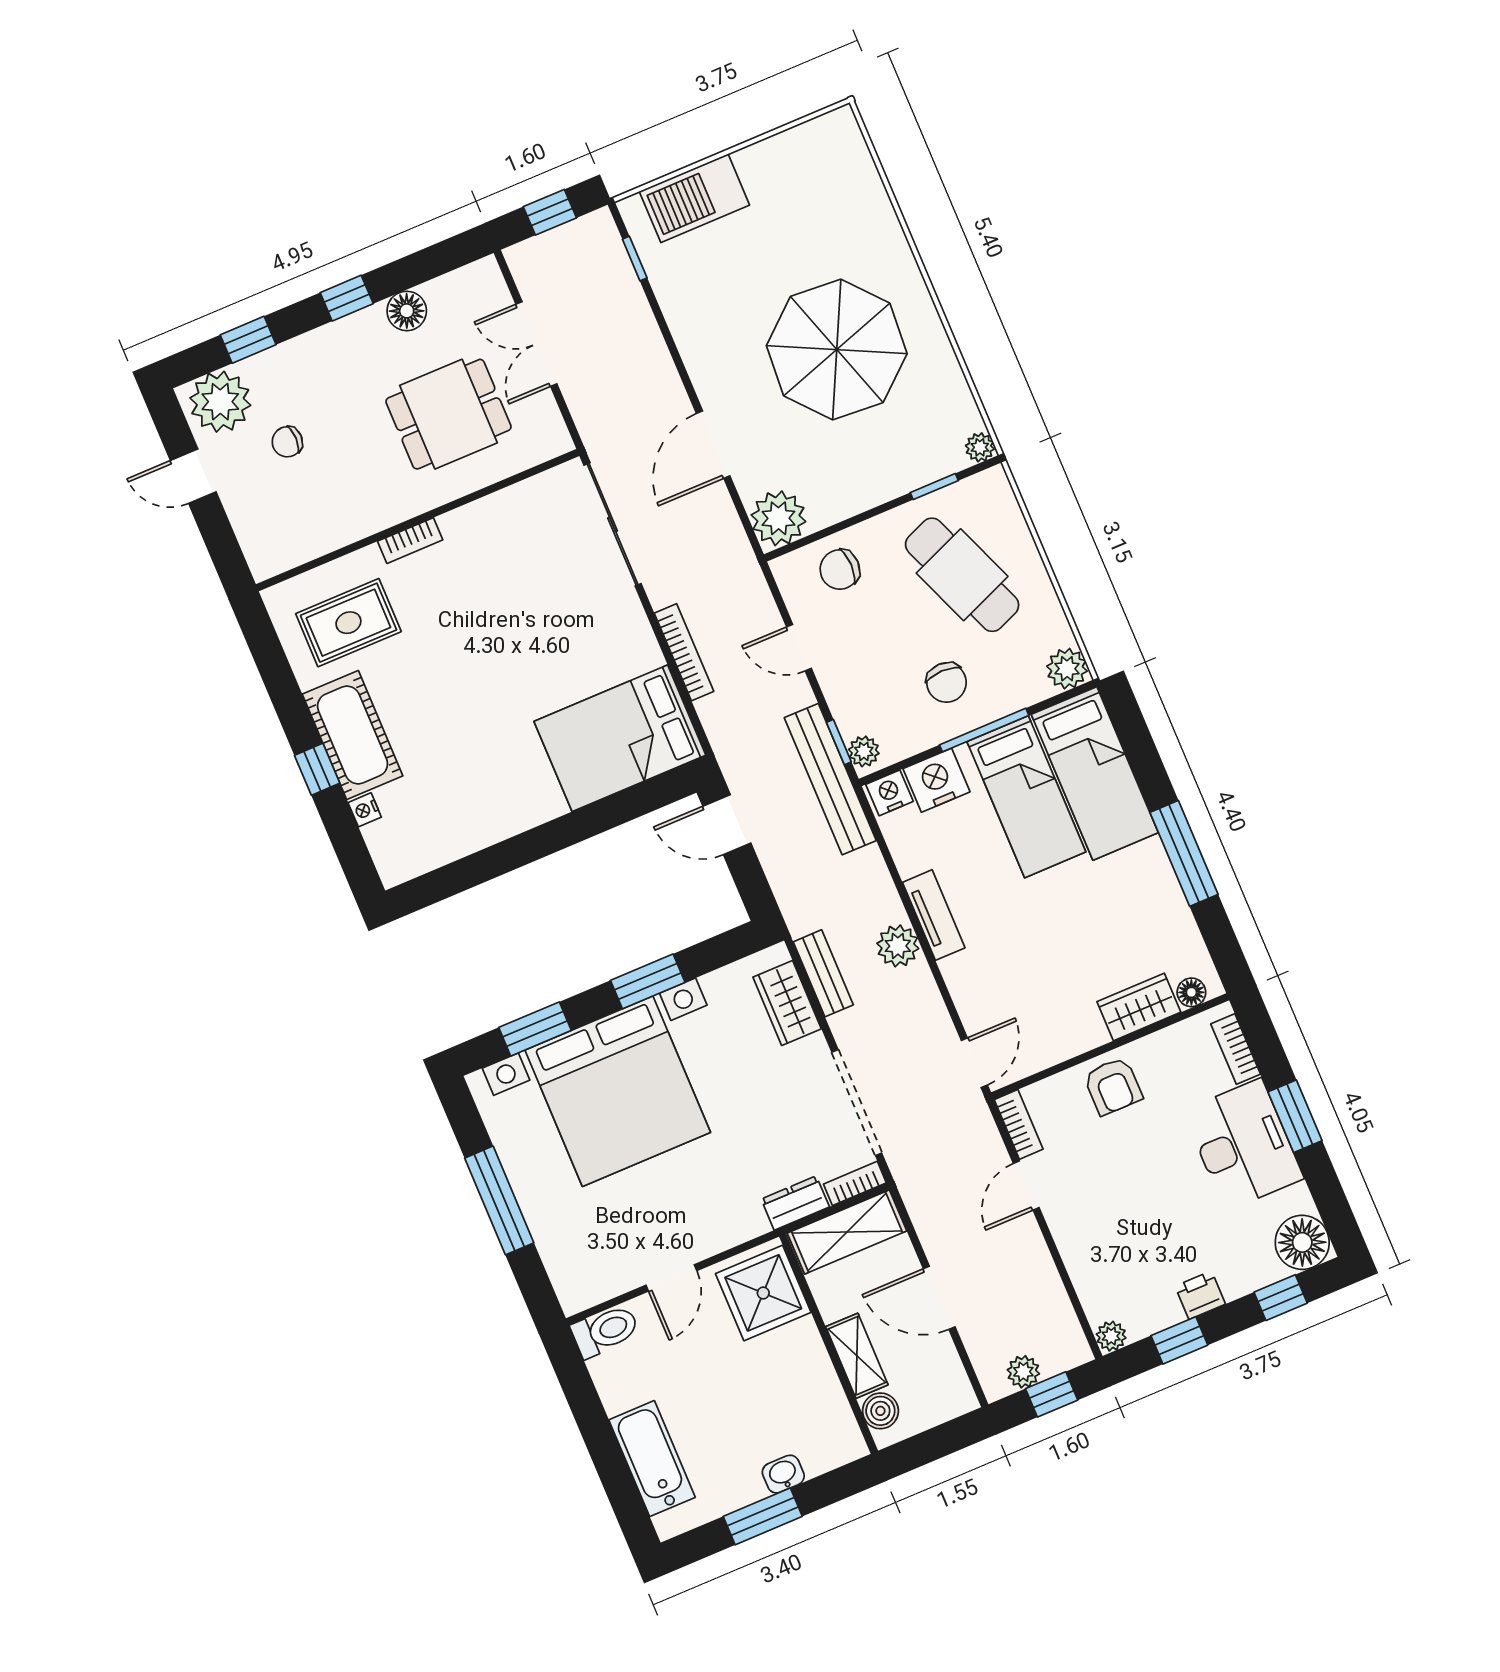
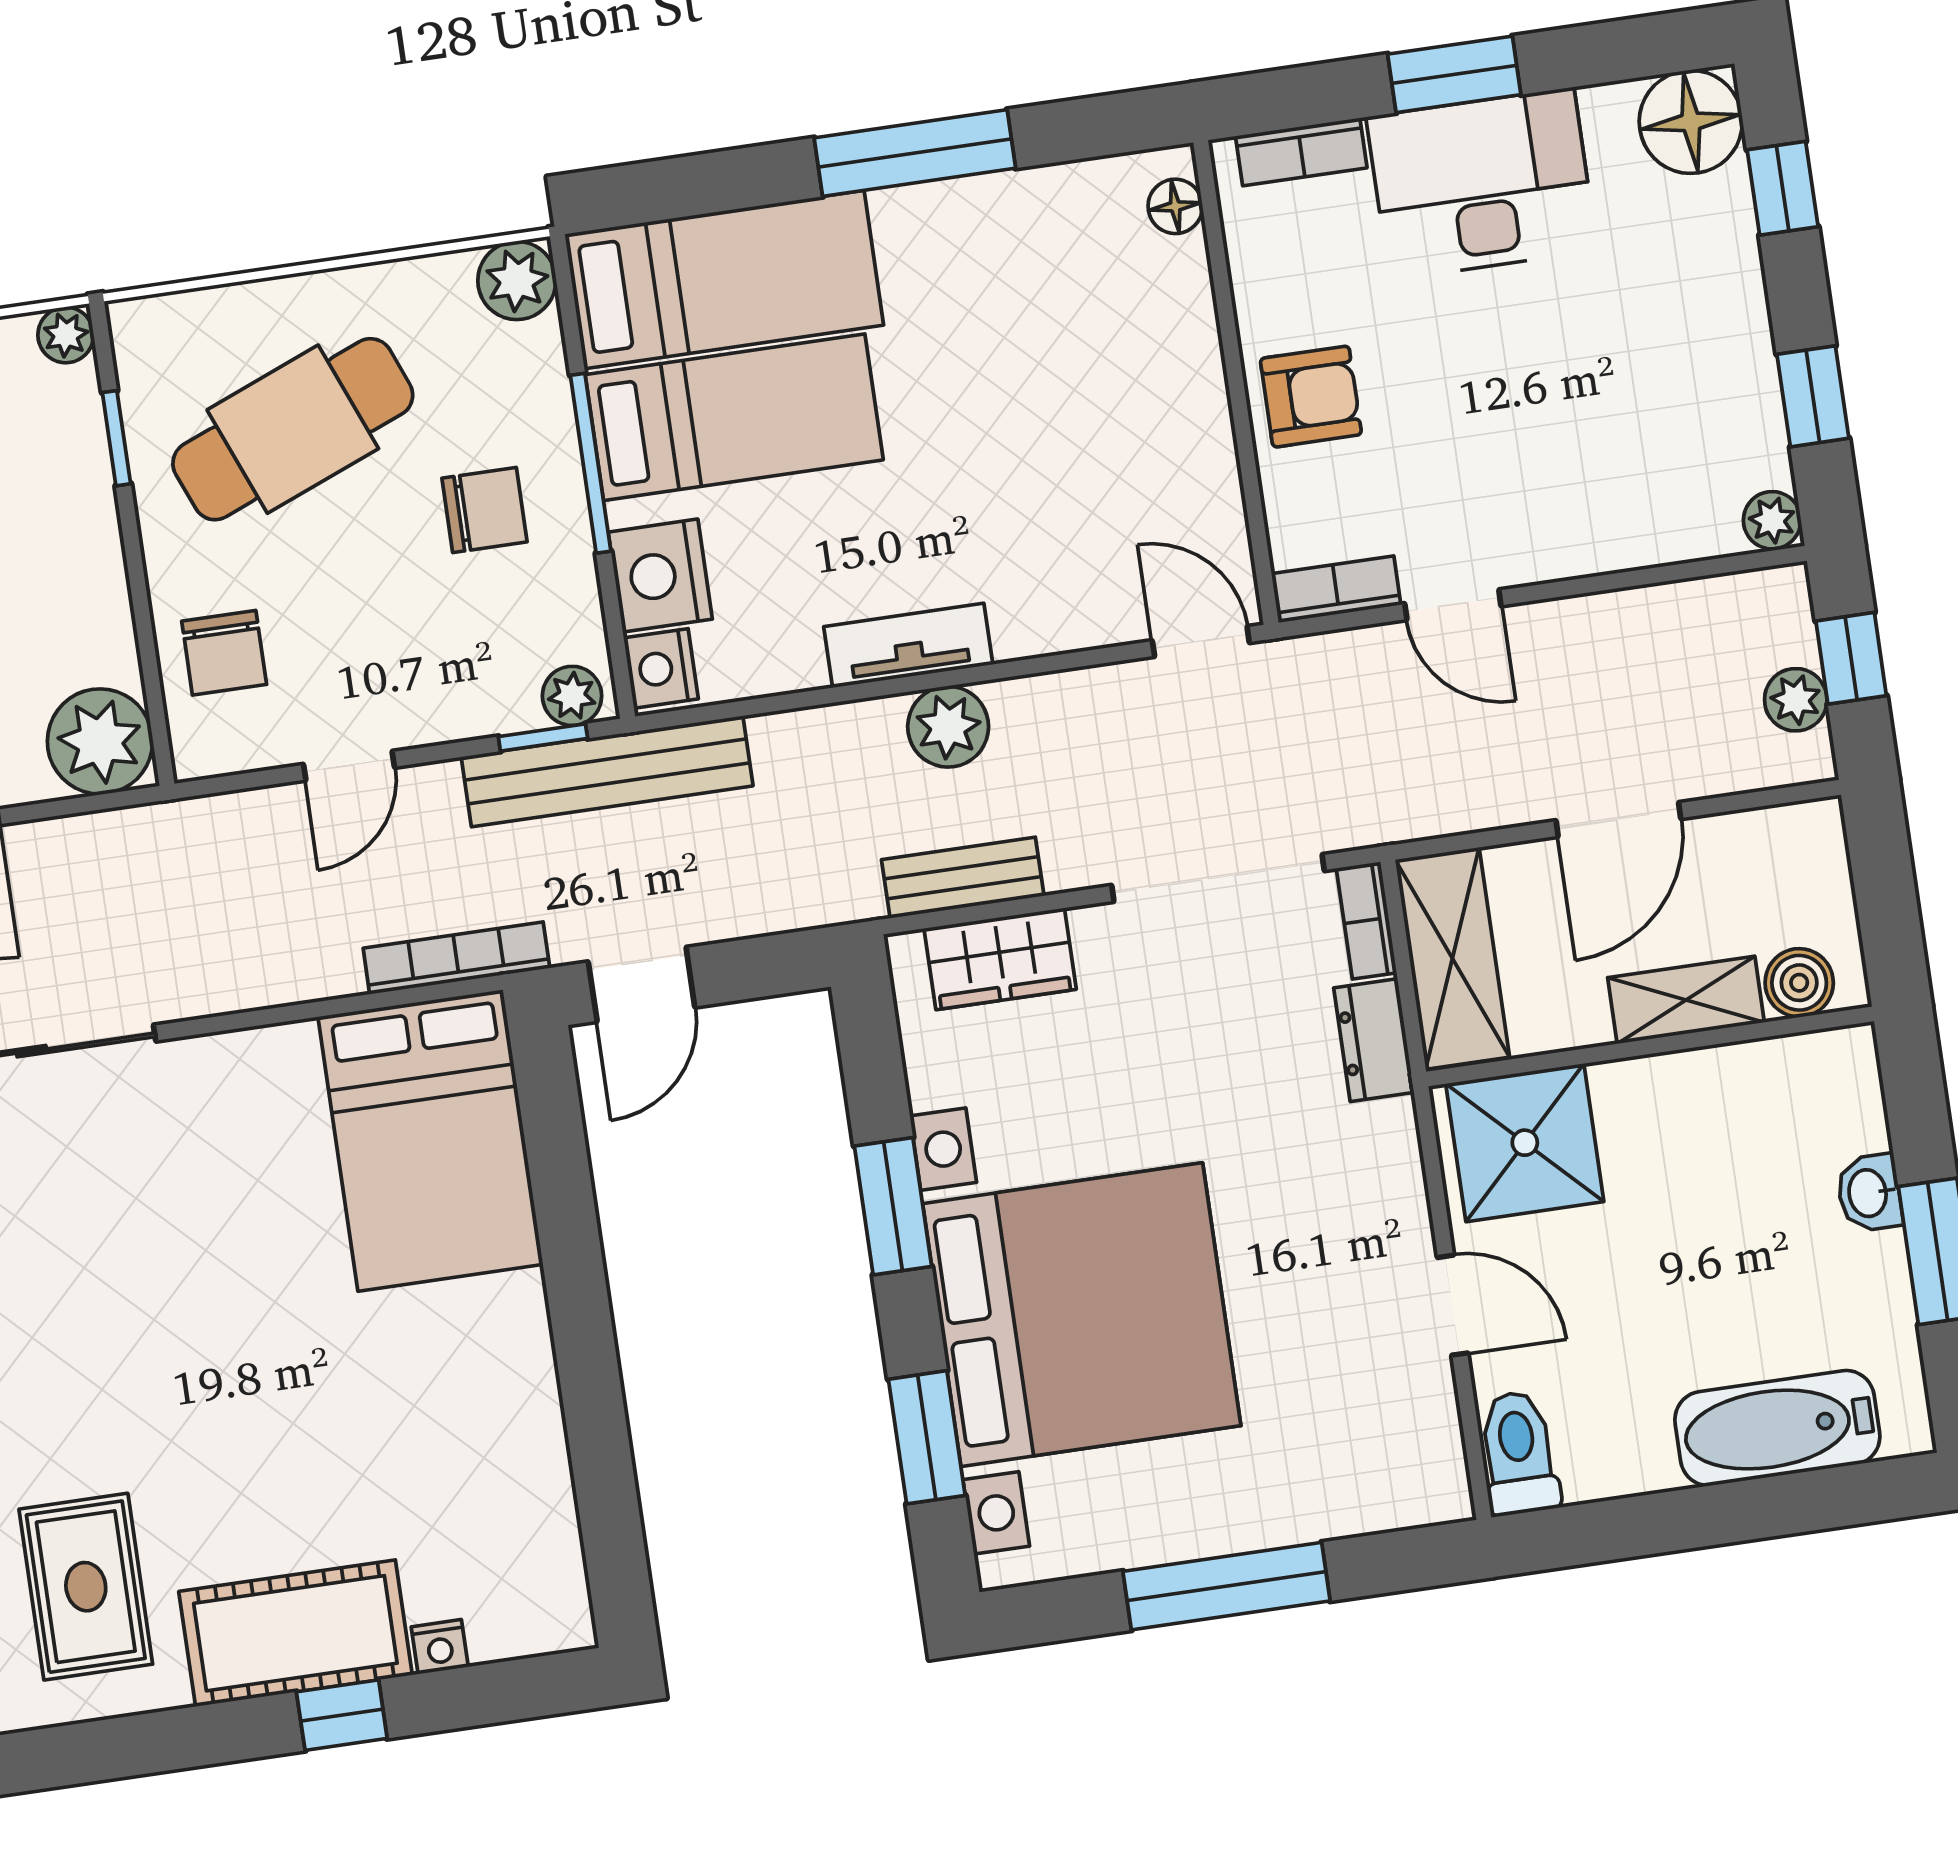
bookcase: (684, 652) -> (456, 958), moved
wardrobe: (1139, 1007) -> (1177, 310), removed
printer: (1200, 1295) -> (1739, 336), removed

